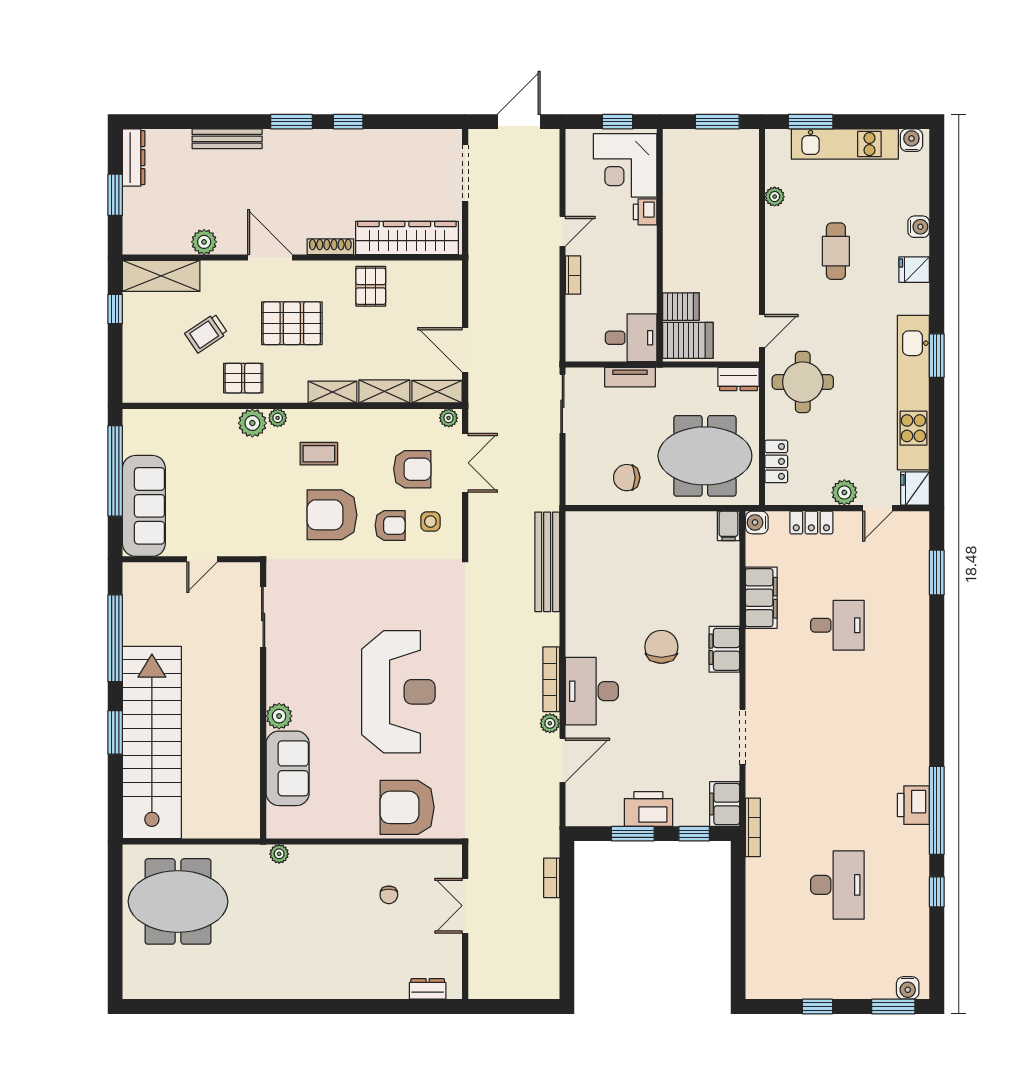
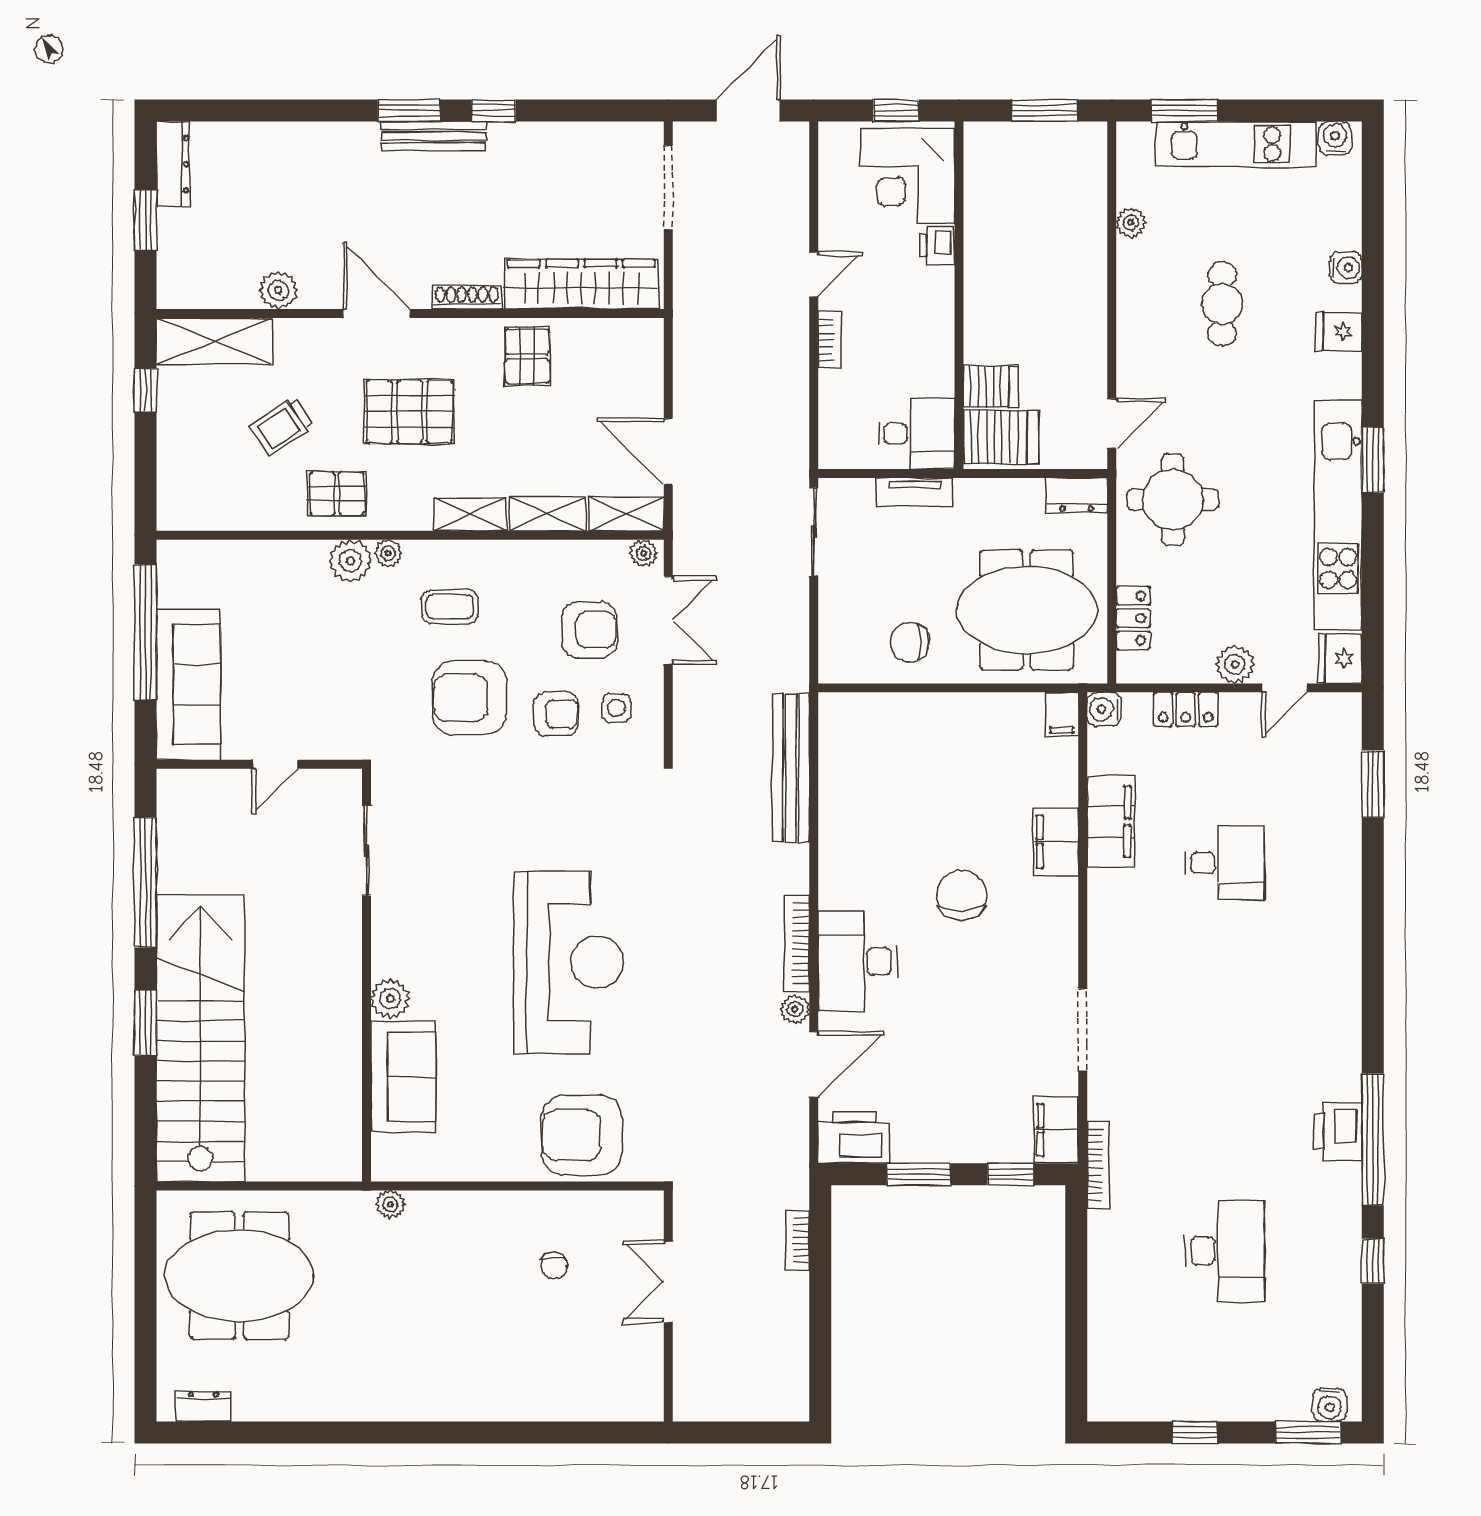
bench: (227, 139) -> (434, 136), moved
filing cabinet: (724, 649) -> (1056, 842), moved
printer: (648, 809) -> (854, 1137), moved
dresser: (428, 989) -> (203, 1406), moved

